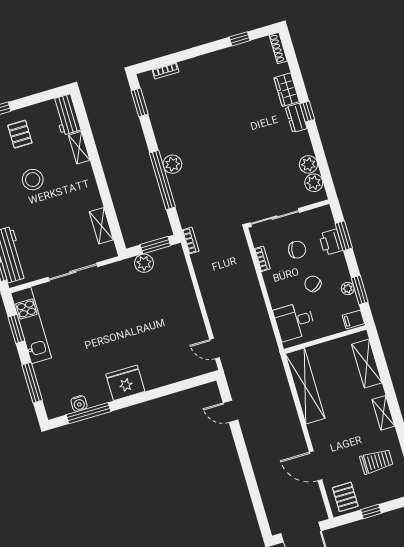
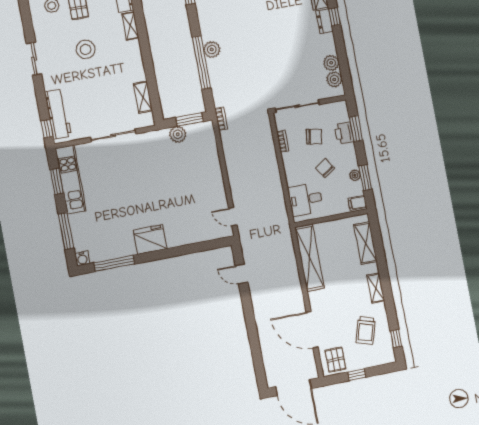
water cooler: (79, 403) -> (82, 258), moved
trolley: (376, 461) -> (366, 330), turned 107
door: (316, 466) -> (312, 330), width x1.36

